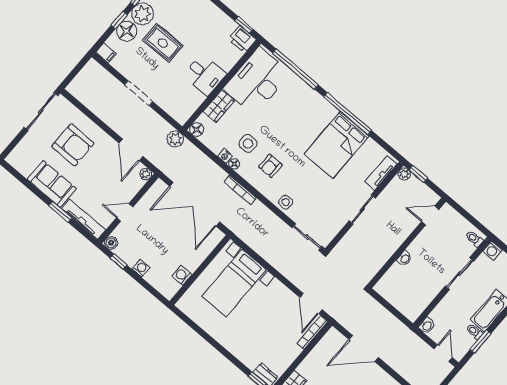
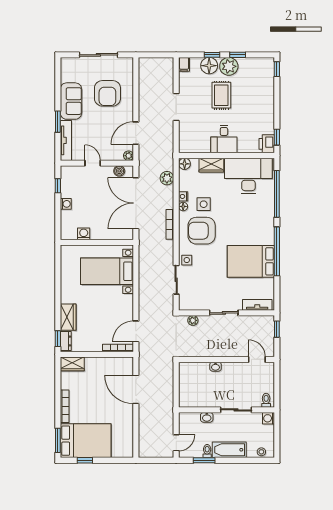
sliding door: (41, 111) -> (98, 55), moved
plant: (175, 139) -> (167, 178), moved
armchair: (270, 166) -> (202, 231), width x1.88, depth x1.88
plant: (404, 174) -> (193, 320), moved
sliding door: (307, 237) -> (176, 280), moved
boiler: (111, 243) -> (119, 171), moved
washbasin: (427, 326) -> (207, 417), moved
wardrobe: (245, 354) -> (68, 317), added

